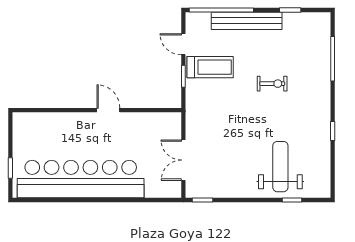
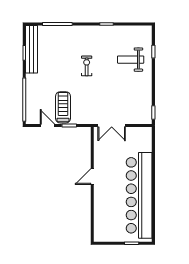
bench: (247, 21) -> (32, 49), moved
door: (183, 44) -> (47, 125), swing flipped
exercise bike: (272, 84) -> (87, 66), moved
double door: (183, 160) -> (112, 125), moved
weight bench: (280, 167) -> (131, 60), width x0.73, depth x0.75

